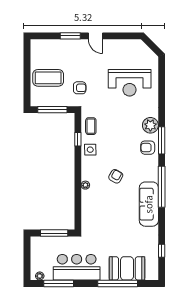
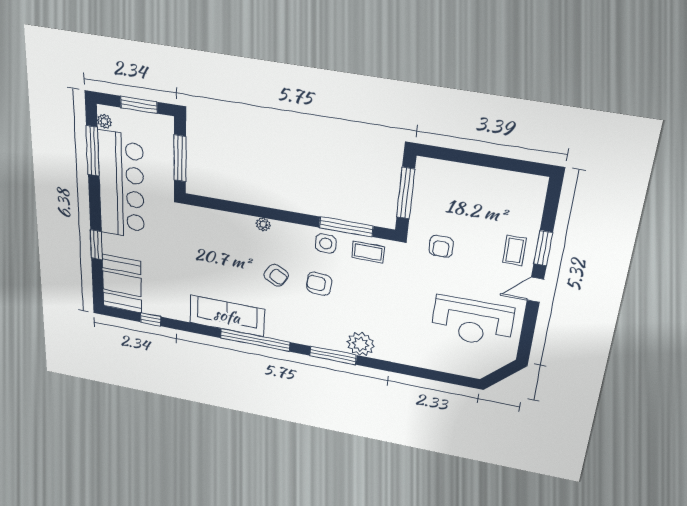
coffee table: (48, 78) -> (515, 250), moved, width x0.54, depth x0.58
reception desk: (130, 83) -> (472, 322), moved, turned -90
window: (78, 139) -> (346, 227), width x2.17
armchair: (148, 148) -> (319, 284), moved, turned -86
window: (27, 256) -> (139, 105), added
bar counter: (77, 267) -> (121, 185), width x1.36
booth: (127, 268) -> (122, 284), moved
window: (118, 284) -> (96, 245), width x0.47

